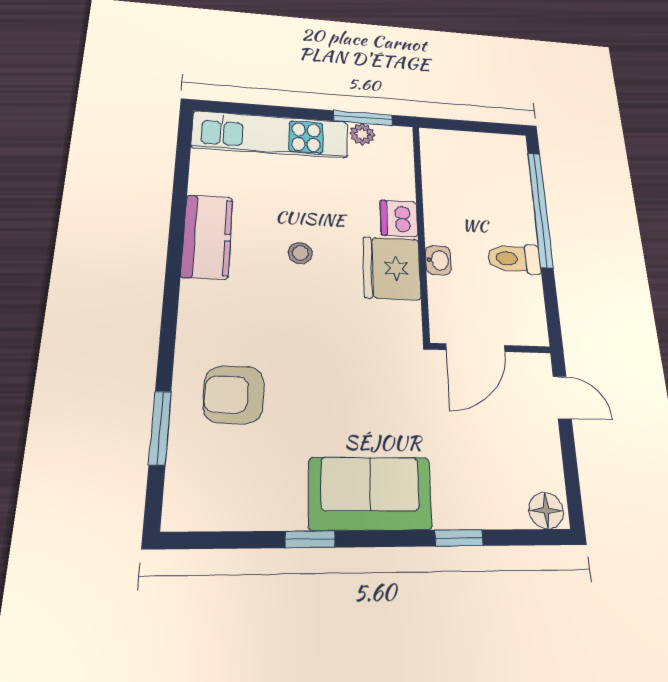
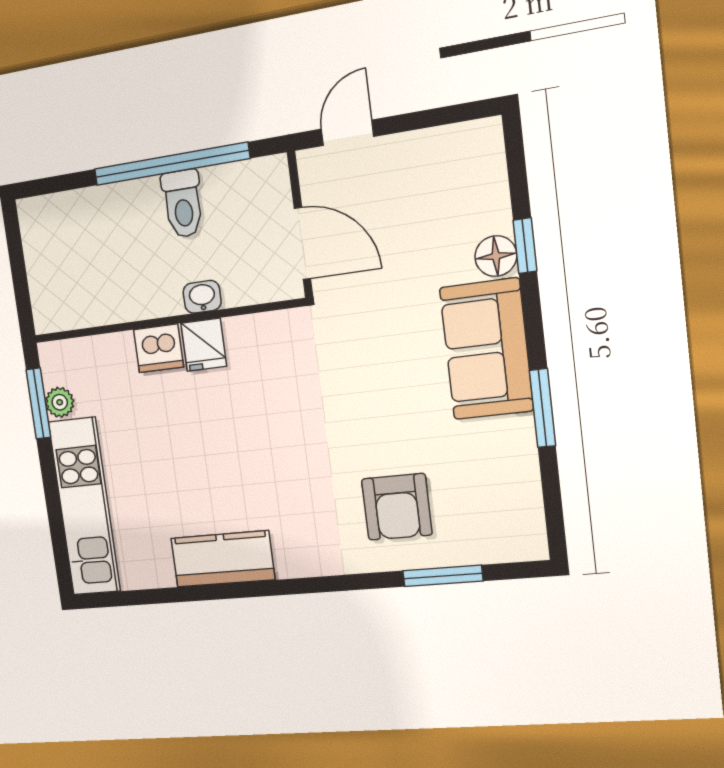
window: (540, 209) -> (171, 164), moved
stool: (300, 253) -> (223, 456), removed
fridge: (392, 268) -> (204, 345), width x0.53, depth x0.75
floor lamp: (546, 511) -> (496, 256), moved
window: (310, 539) -> (542, 408), width x1.50

